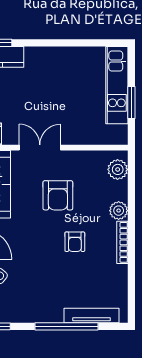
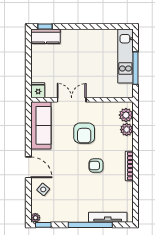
window: (131, 102) -> (135, 68), width x1.44
plant: (119, 211) -> (127, 130), moved
armchair: (75, 242) -> (96, 166), turned 90

